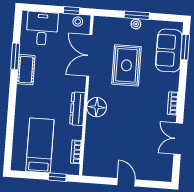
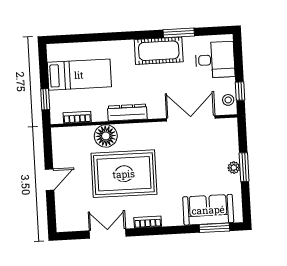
rug: (126, 65) -> (124, 174), moved, width x1.37, depth x1.44
cot: (26, 70) -> (159, 51), width x1.37, depth x1.34
floor lamp: (97, 107) -> (106, 136), moved

